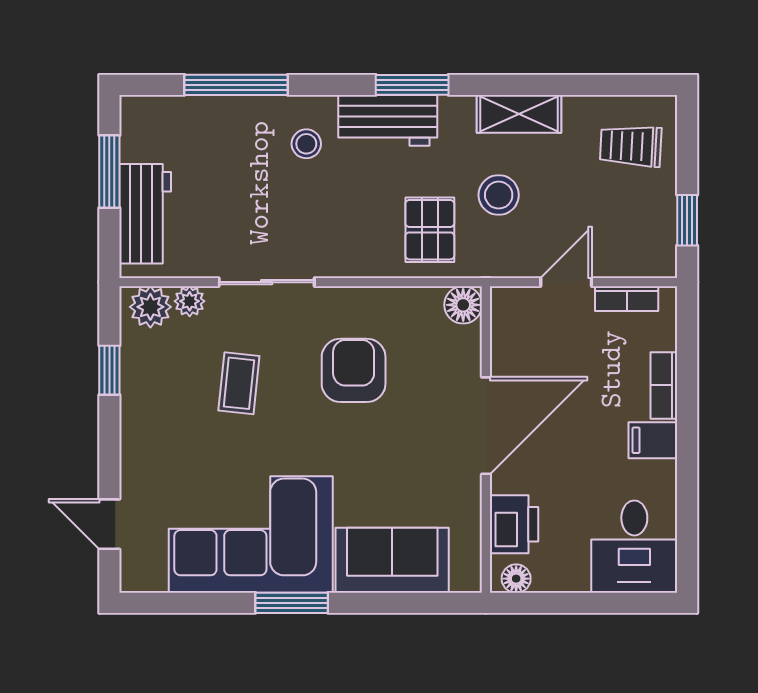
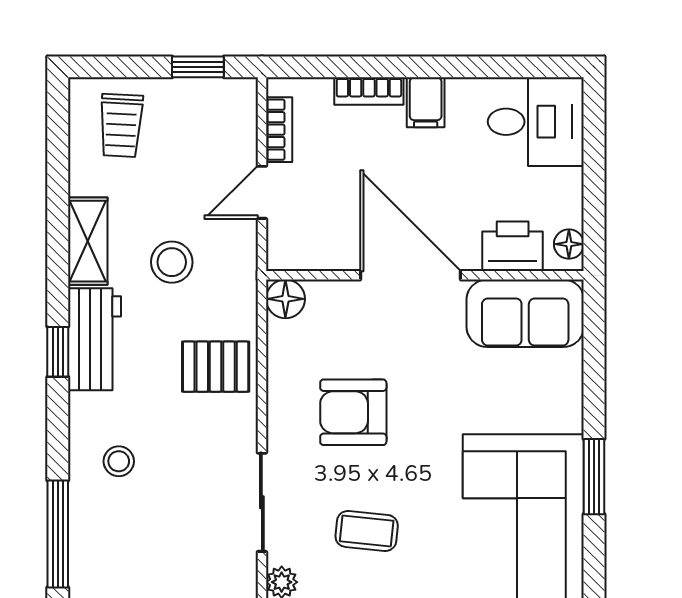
window: (412, 85) -> (58, 352), width x0.67
workbench: (388, 120) -> (94, 339), moved
pallet: (430, 230) -> (216, 367), moved
door: (566, 282) -> (262, 192), hinge flipped
sofa: (392, 560) -> (525, 313), moved, turned -90

